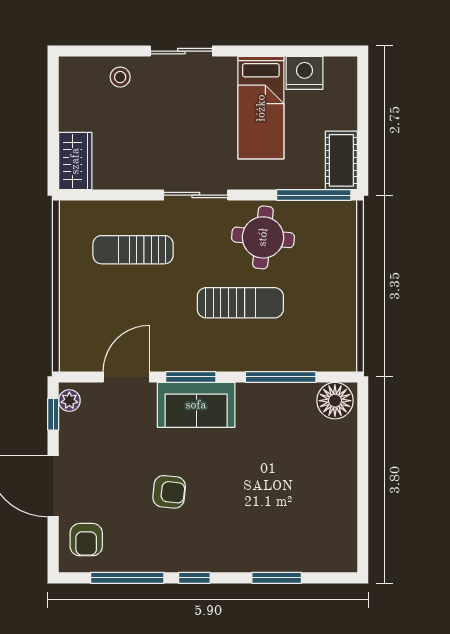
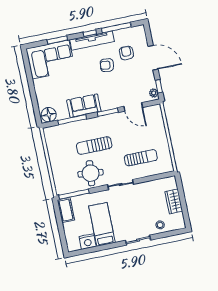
wardrobe: (75, 161) -> (174, 201), moved
door: (126, 377) -> (133, 107), hinge flipped
sofa: (196, 405) -> (84, 106), moved
corner sofa: (303, 534) -> (51, 59), added
armchair: (86, 540) -> (126, 53), moved
tv unit: (193, 559) -> (92, 41), added

